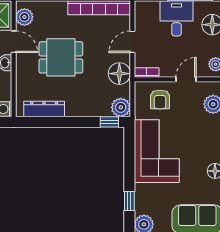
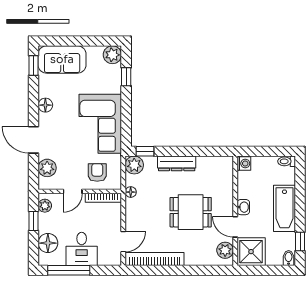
door: (132, 42) -> (123, 242), moved
bookcase: (147, 73) -> (103, 198), width x1.56
floor lamp: (119, 74) -> (131, 192), width x0.53, depth x0.53
dresser: (44, 109) -> (177, 163), moved

